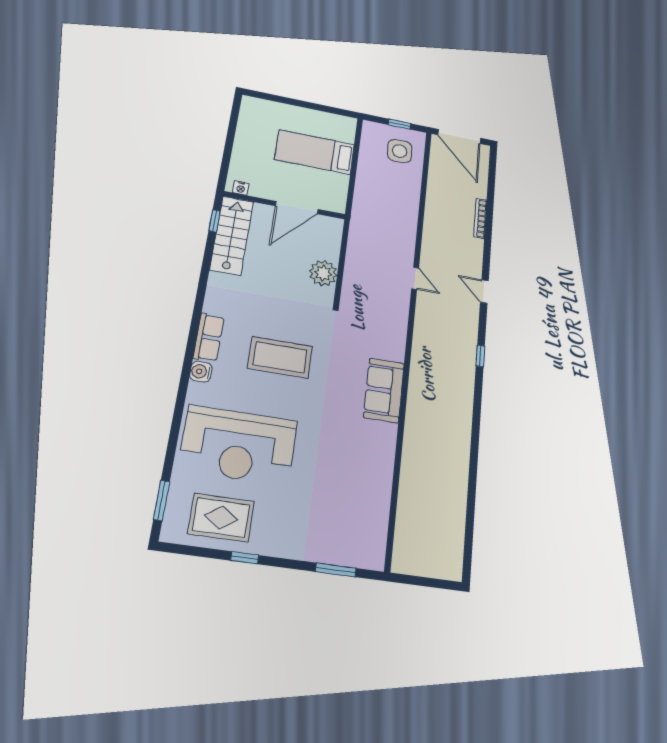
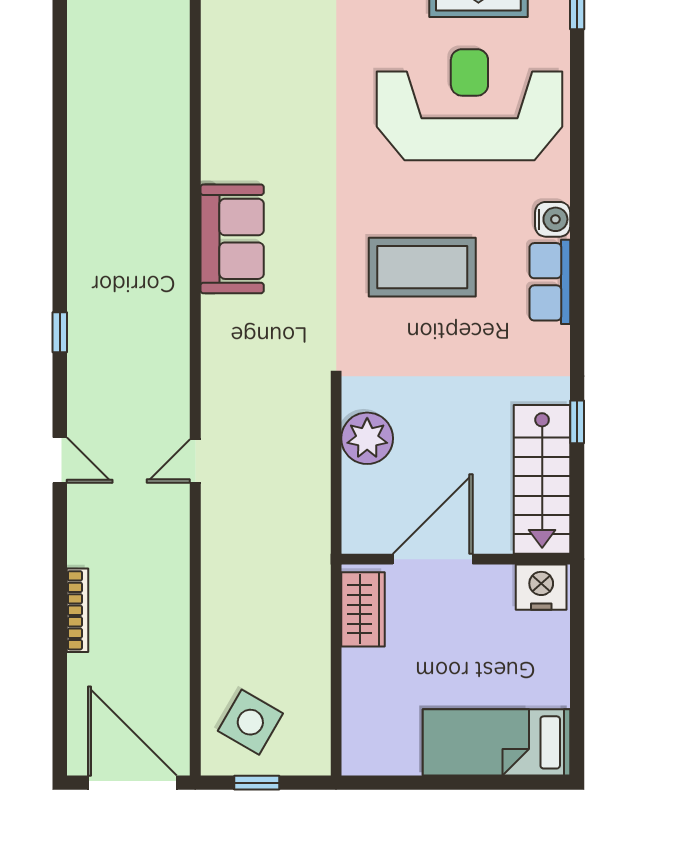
side table: (400, 151) -> (250, 722), turned 34
bed: (315, 152) -> (496, 742), moved, turned 180
nightstand: (241, 188) -> (541, 587), width x1.89, depth x1.79
wardrobe: (337, 191) -> (363, 609), added
window: (215, 221) -> (577, 422), moved
door: (415, 278) -> (195, 461), hinge flipped

